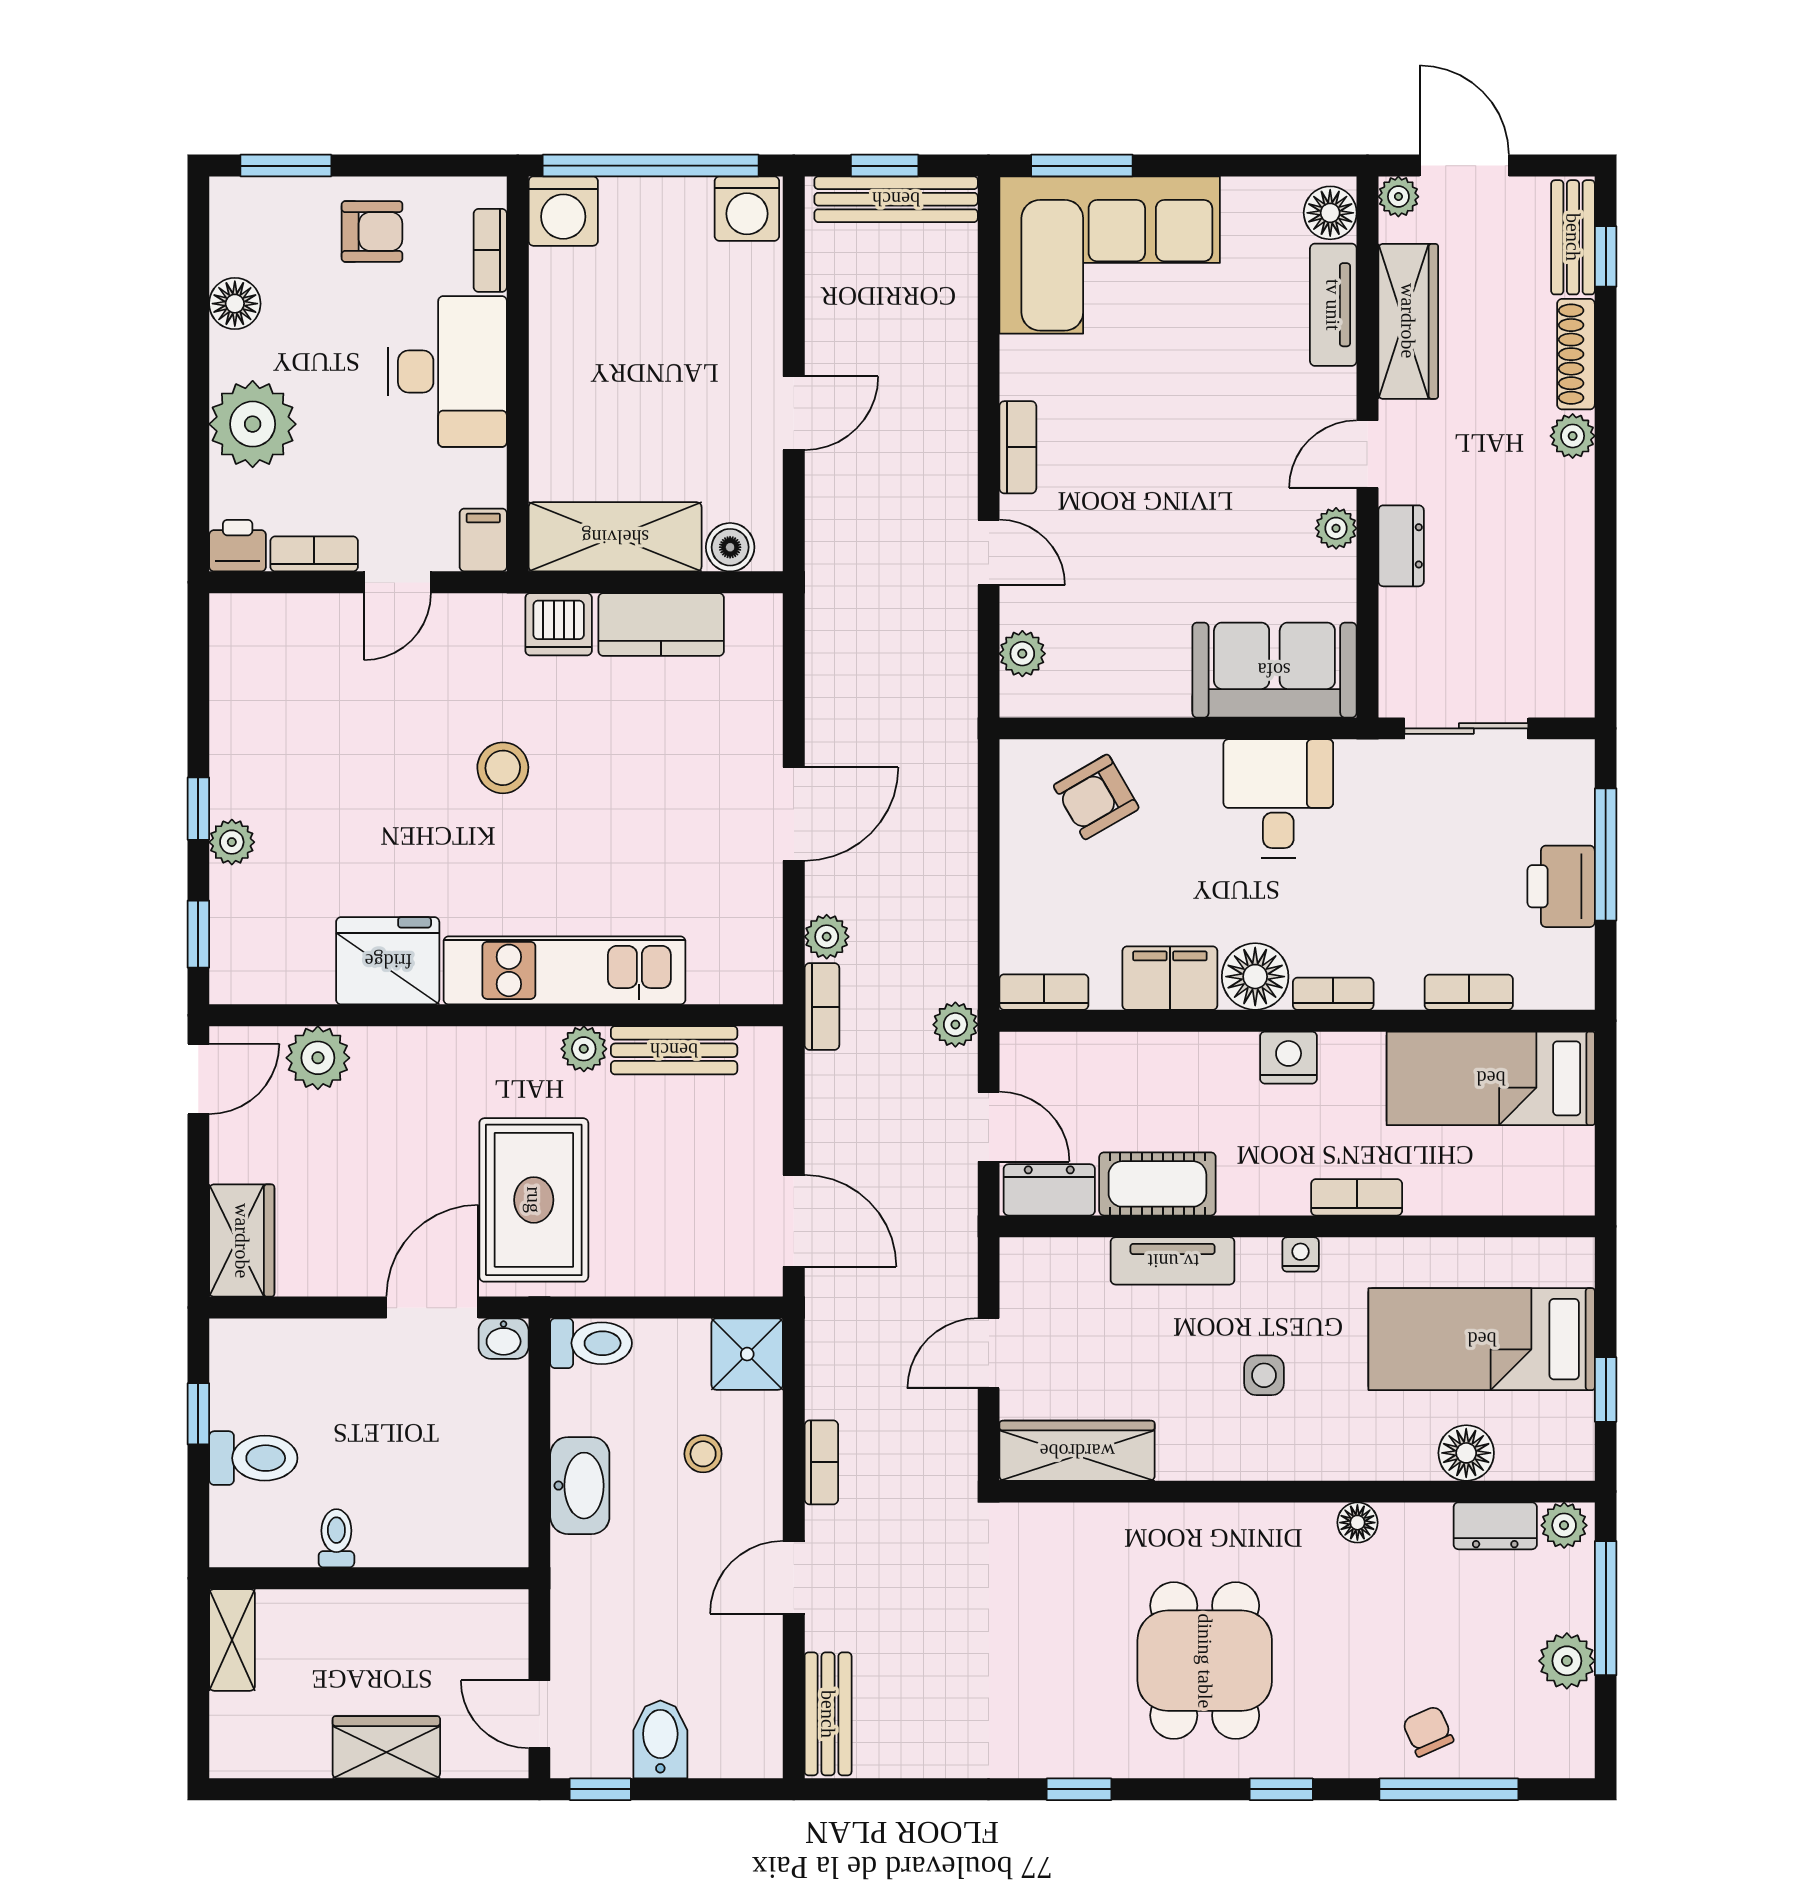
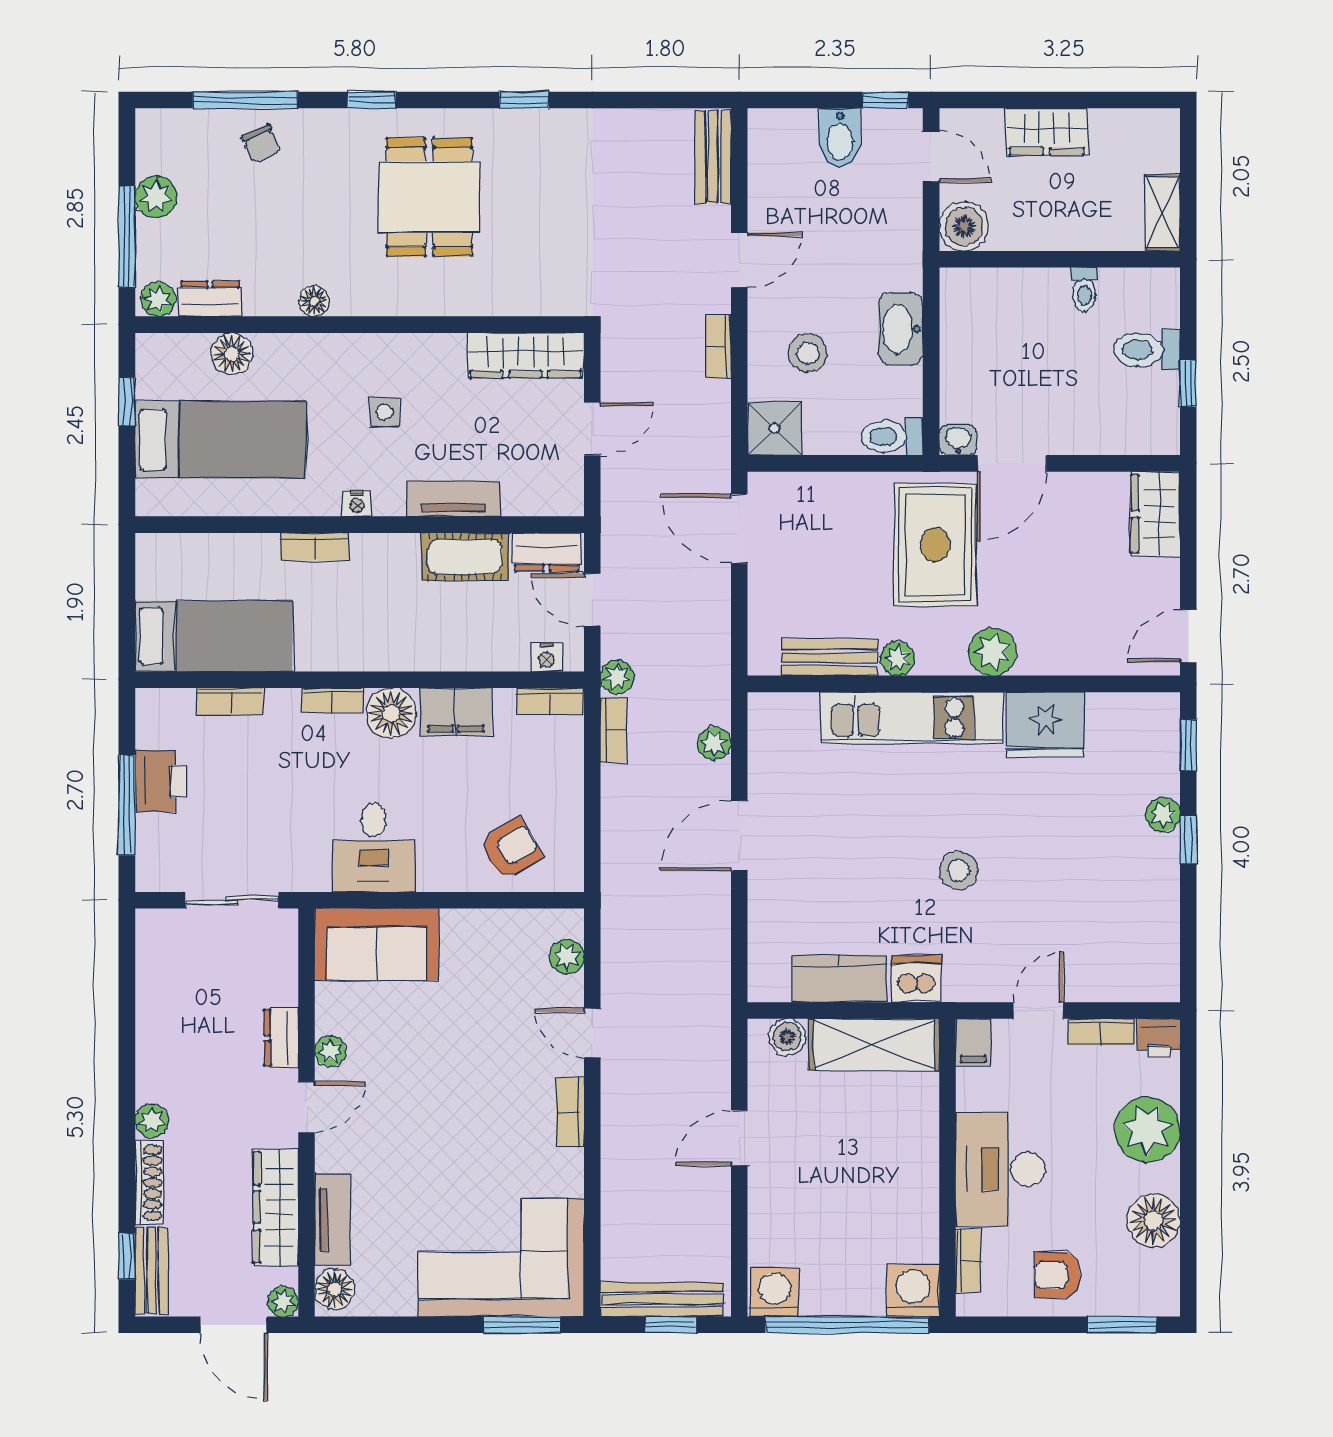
floor lamp: (235, 304) -> (1154, 1221), width x1.38, depth x1.38
bookcase: (822, 1007) -> (614, 730), moved, turned 180
plant: (318, 1058) -> (993, 652), moved
nightstand: (1289, 1058) -> (547, 657), moved, width x0.72, depth x0.74
stool: (703, 1454) -> (808, 353), width x1.37, depth x1.37
boiler: (496, 1622) -> (964, 226), added

